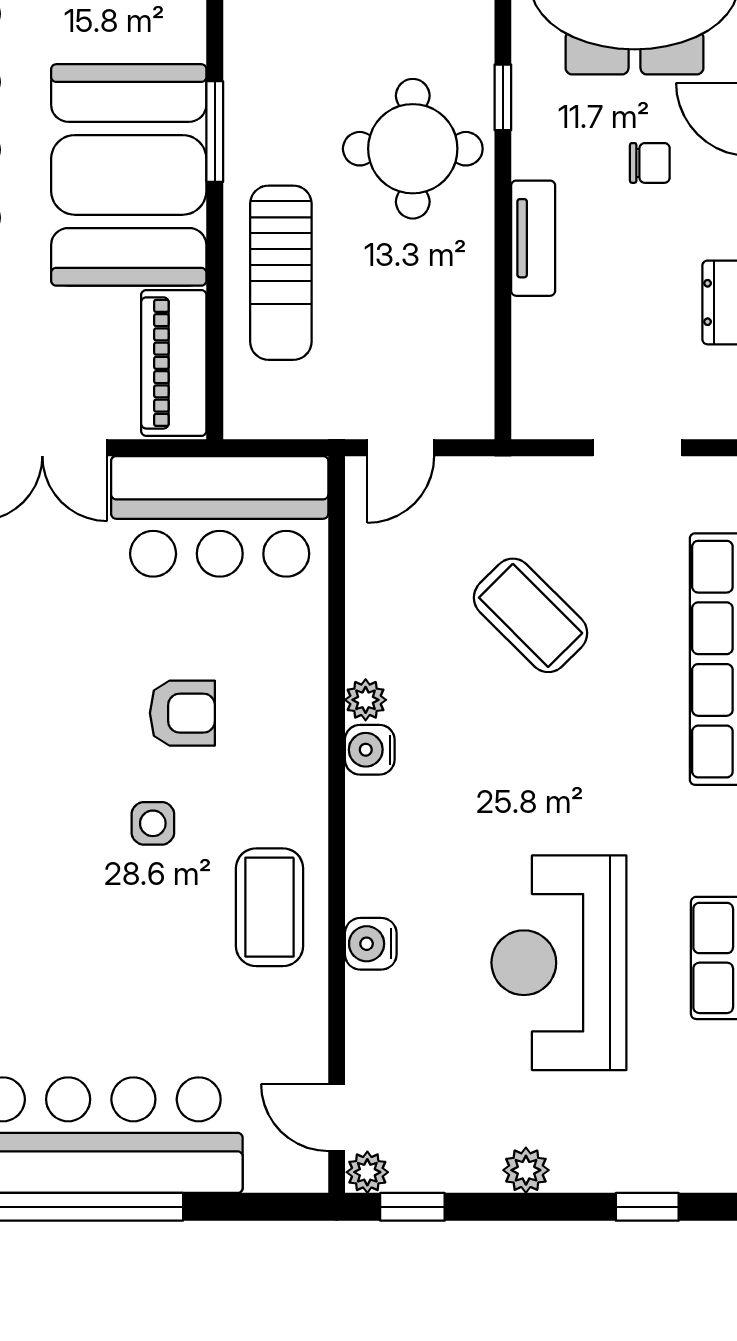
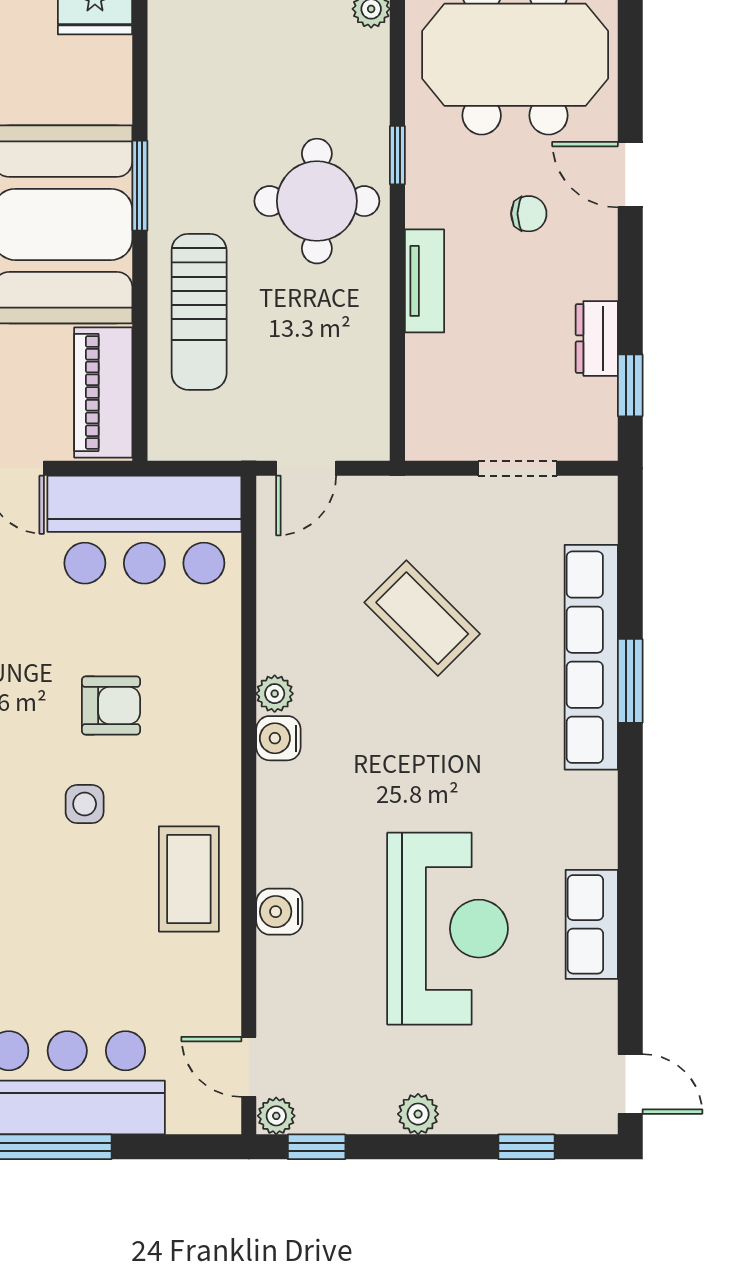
reception desk: (559, 963) -> (448, 929), turned 180

